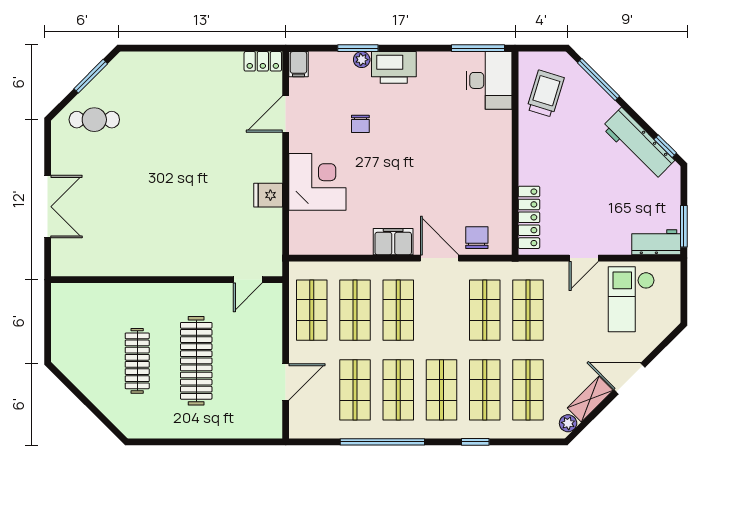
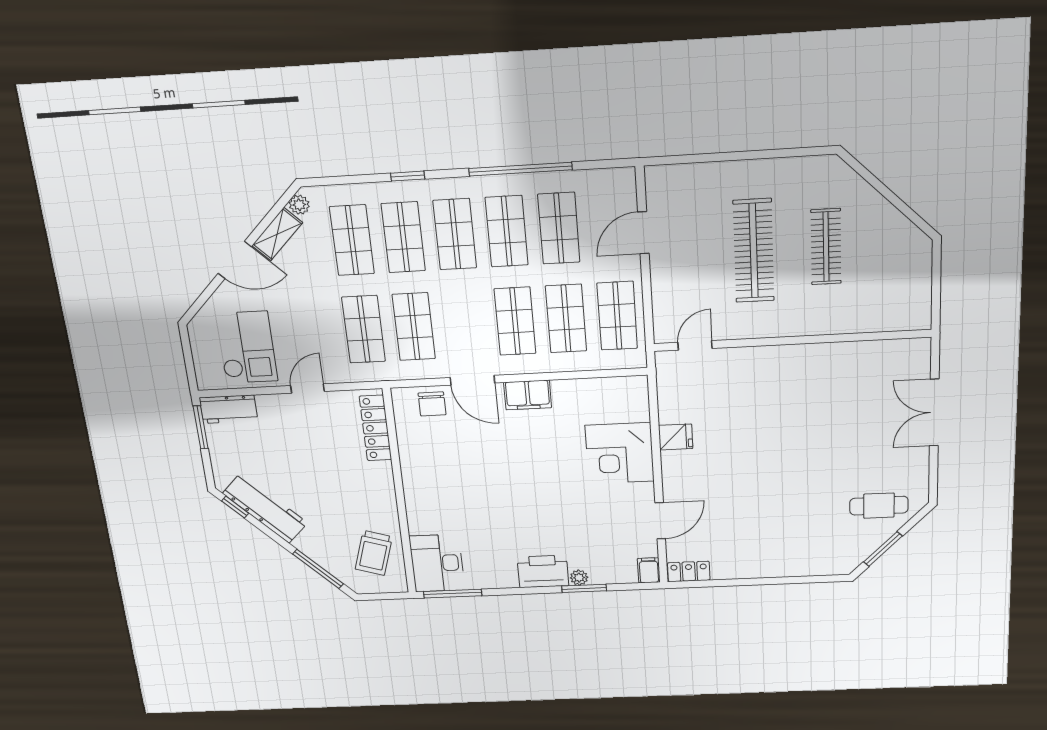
chair: (360, 124) -> (575, 514), removed

